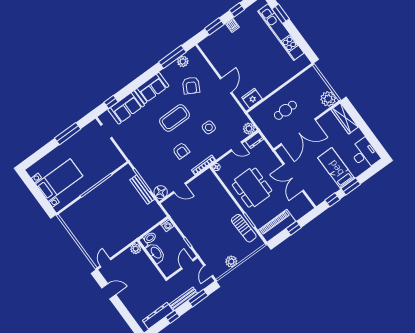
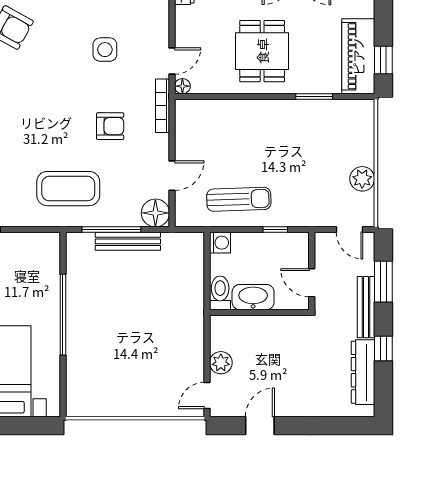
coffee table: (175, 118) -> (68, 189), moved, turned 90
door: (236, 146) -> (172, 61), moved
dining table: (252, 188) -> (262, 51), width x0.73
sun lounger: (244, 228) -> (239, 199), moved
window: (294, 228) -> (383, 60), moved
plant: (136, 249) -> (221, 363), moved
door: (105, 263) -> (207, 395), hinge flipped
door: (187, 264) -> (312, 283), moved

